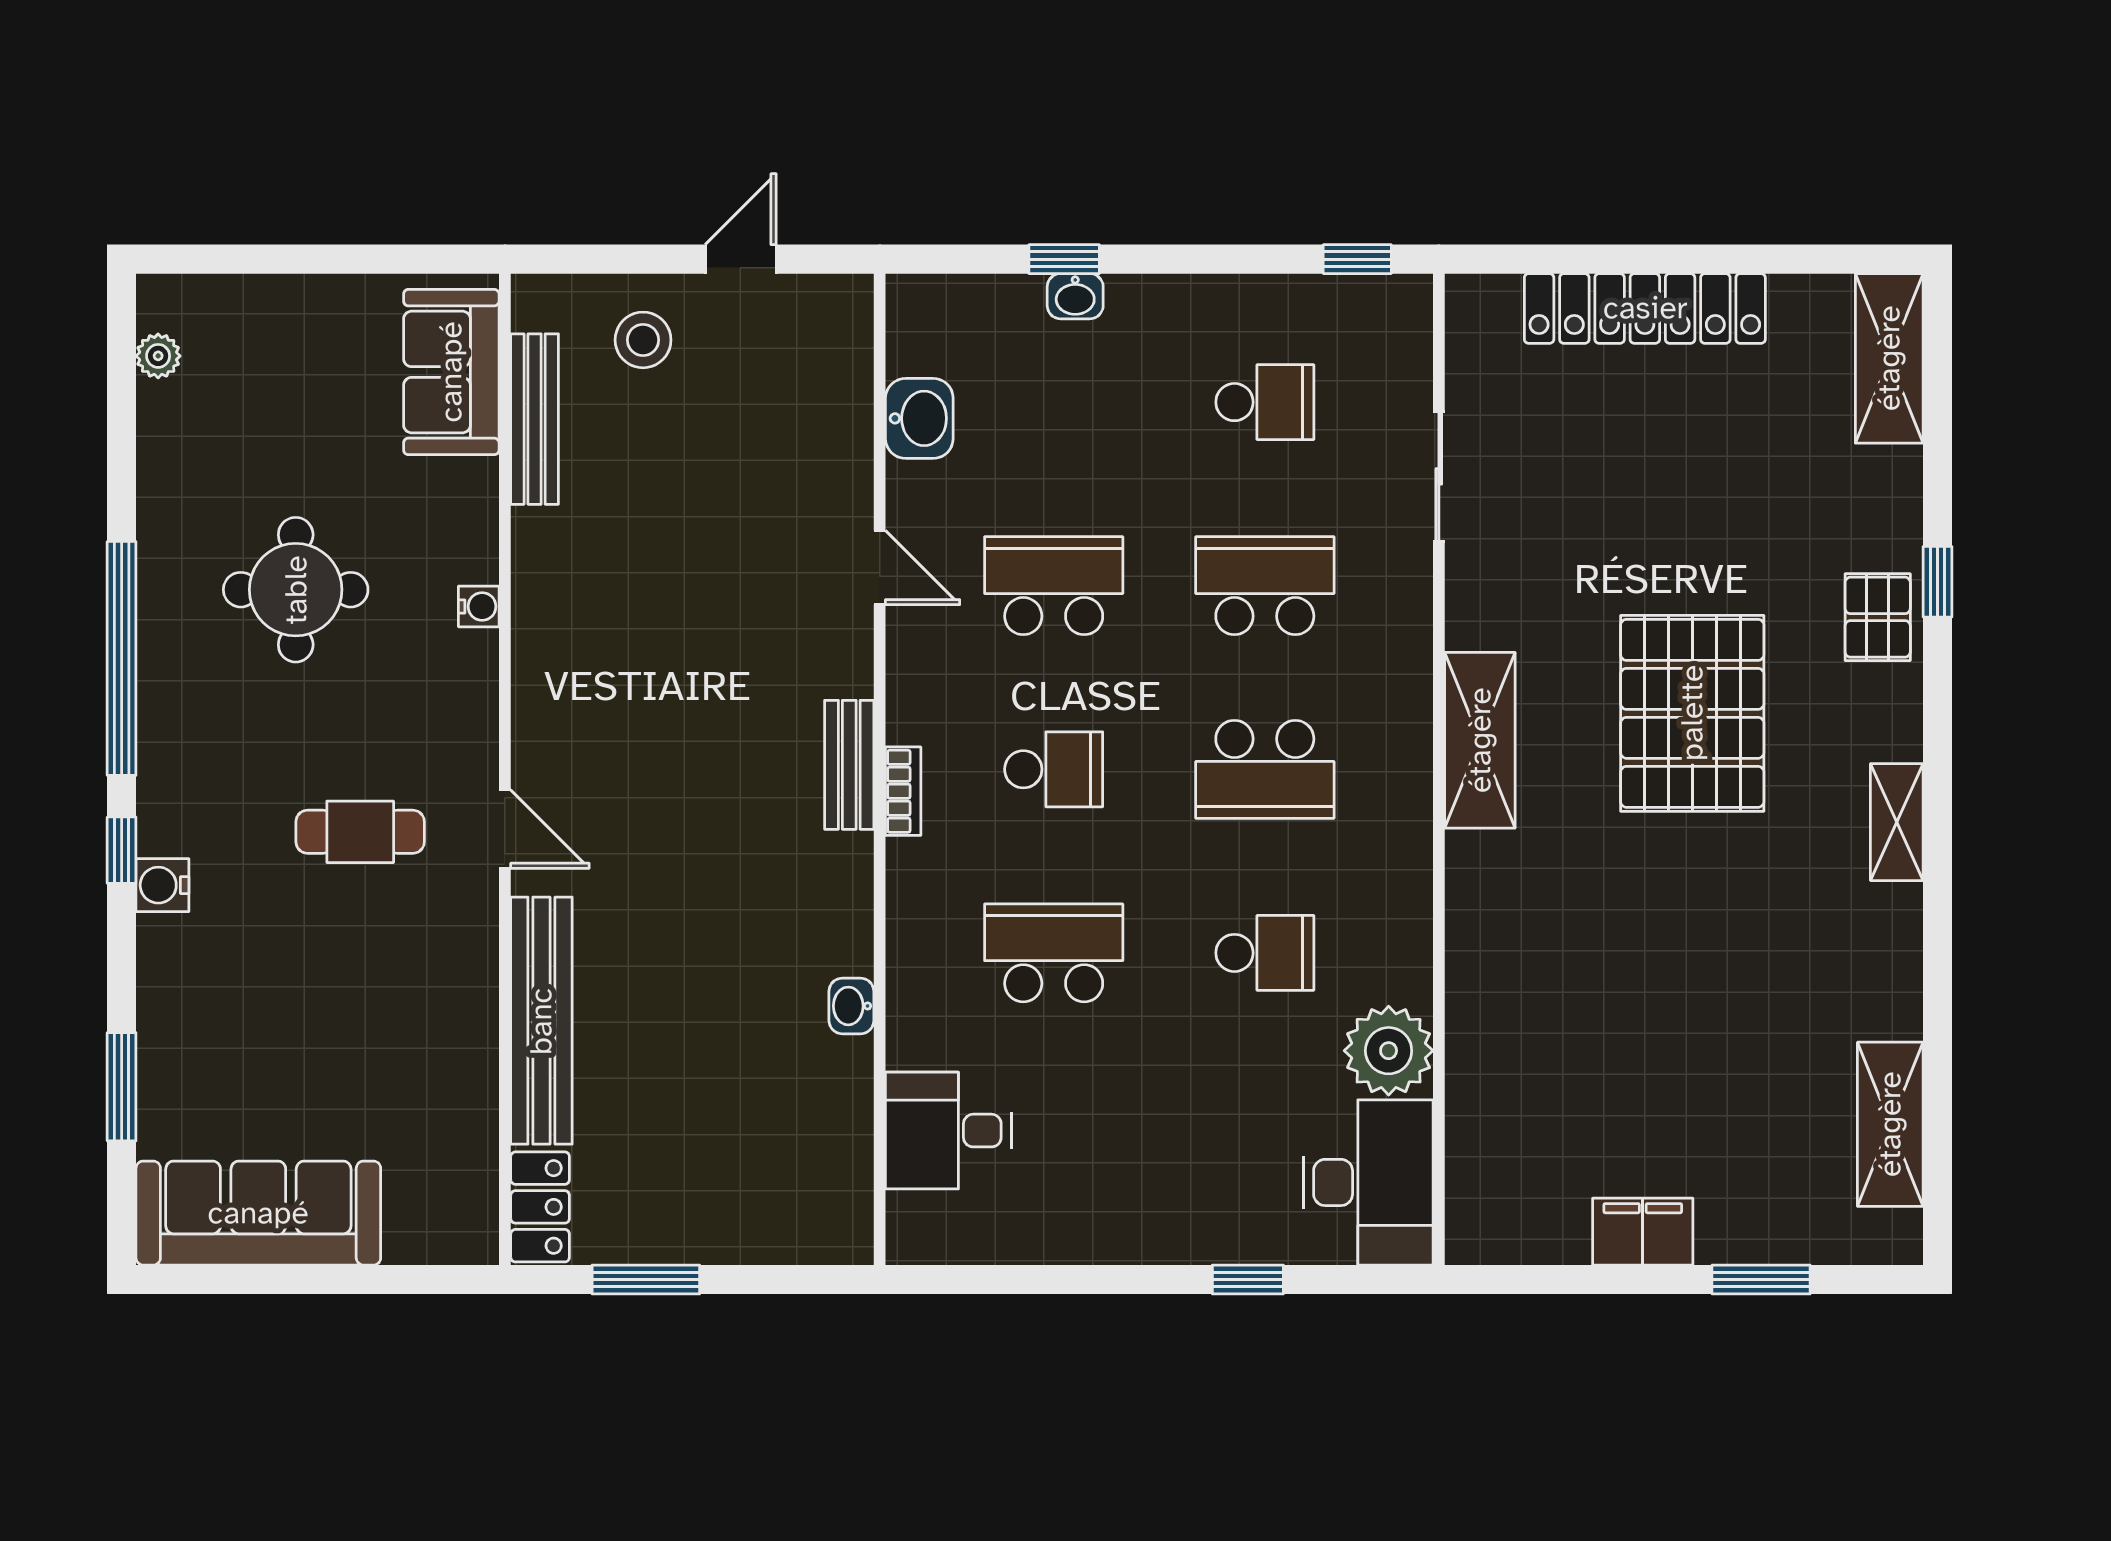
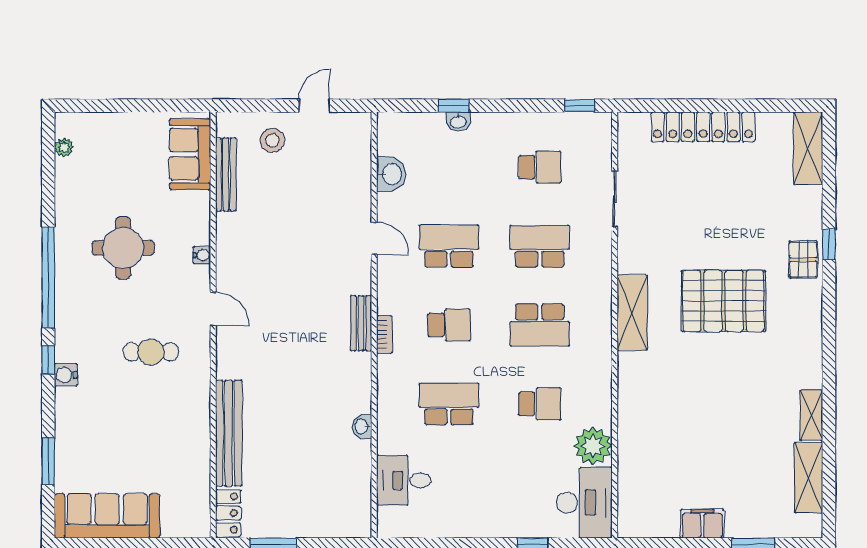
pallet: (1692, 713) -> (723, 301), turned 90
shelving: (1897, 822) -> (811, 415), moved
door: (505, 829) -> (213, 309), moved

